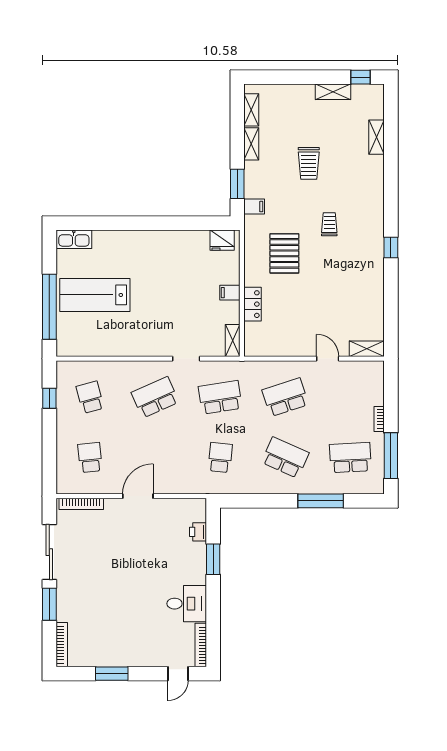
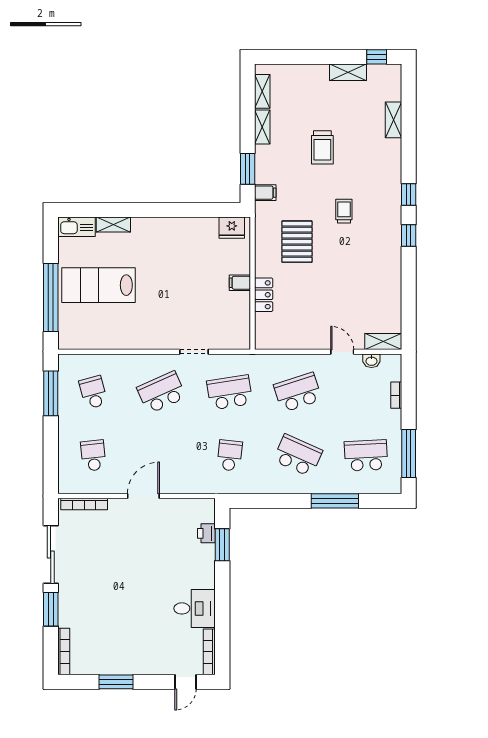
window: (391, 208) -> (409, 194), added
shelving: (233, 340) -> (113, 224), moved, turned 90
washbasin: (356, 367) -> (371, 361), added
window: (49, 398) -> (51, 393), width x2.17
bookcase: (379, 419) -> (396, 395), moved
window: (213, 559) -> (222, 545), moved

